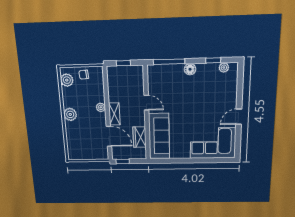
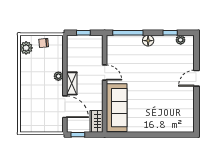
plant: (70, 114) -> (26, 83), removed
door: (239, 117) -> (196, 78), moved
wardrobe: (140, 137) -> (96, 121), moved
corner sofa: (213, 143) -> (171, 116), removed

